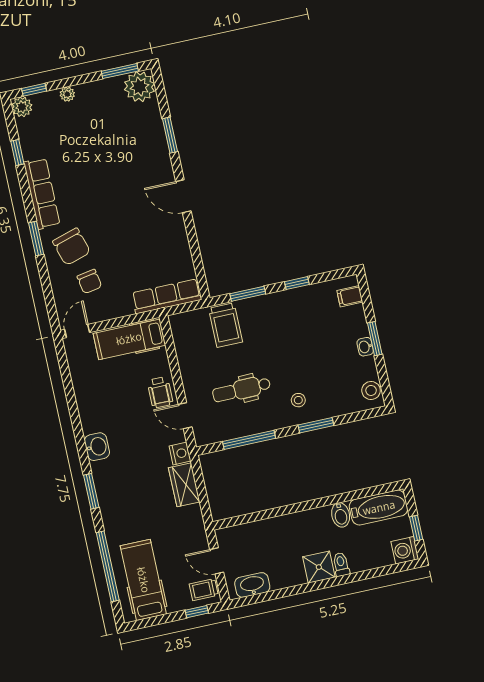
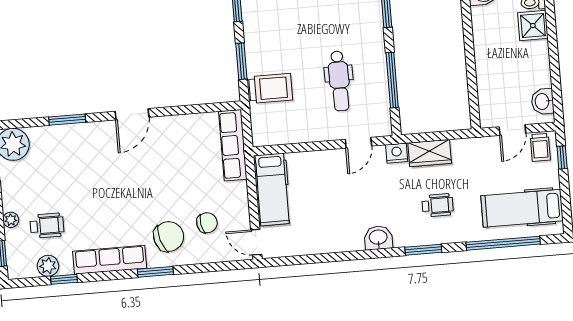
plant: (22, 107) -> (48, 266), moved
wheelchair: (66, 129) -> (47, 226), added
wheelchair: (160, 392) -> (438, 205), moved
stool: (298, 400) -> (358, 24), removed
washbasin: (252, 585) -> (543, 101), width x0.72

